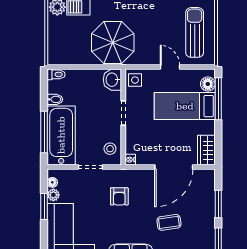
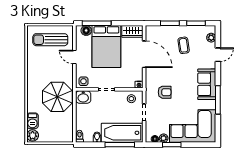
door: (170, 67) -> (74, 57), hinge flipped
bed: (185, 106) -> (106, 47), width x1.50
coffee table: (169, 222) -> (184, 45), moved

